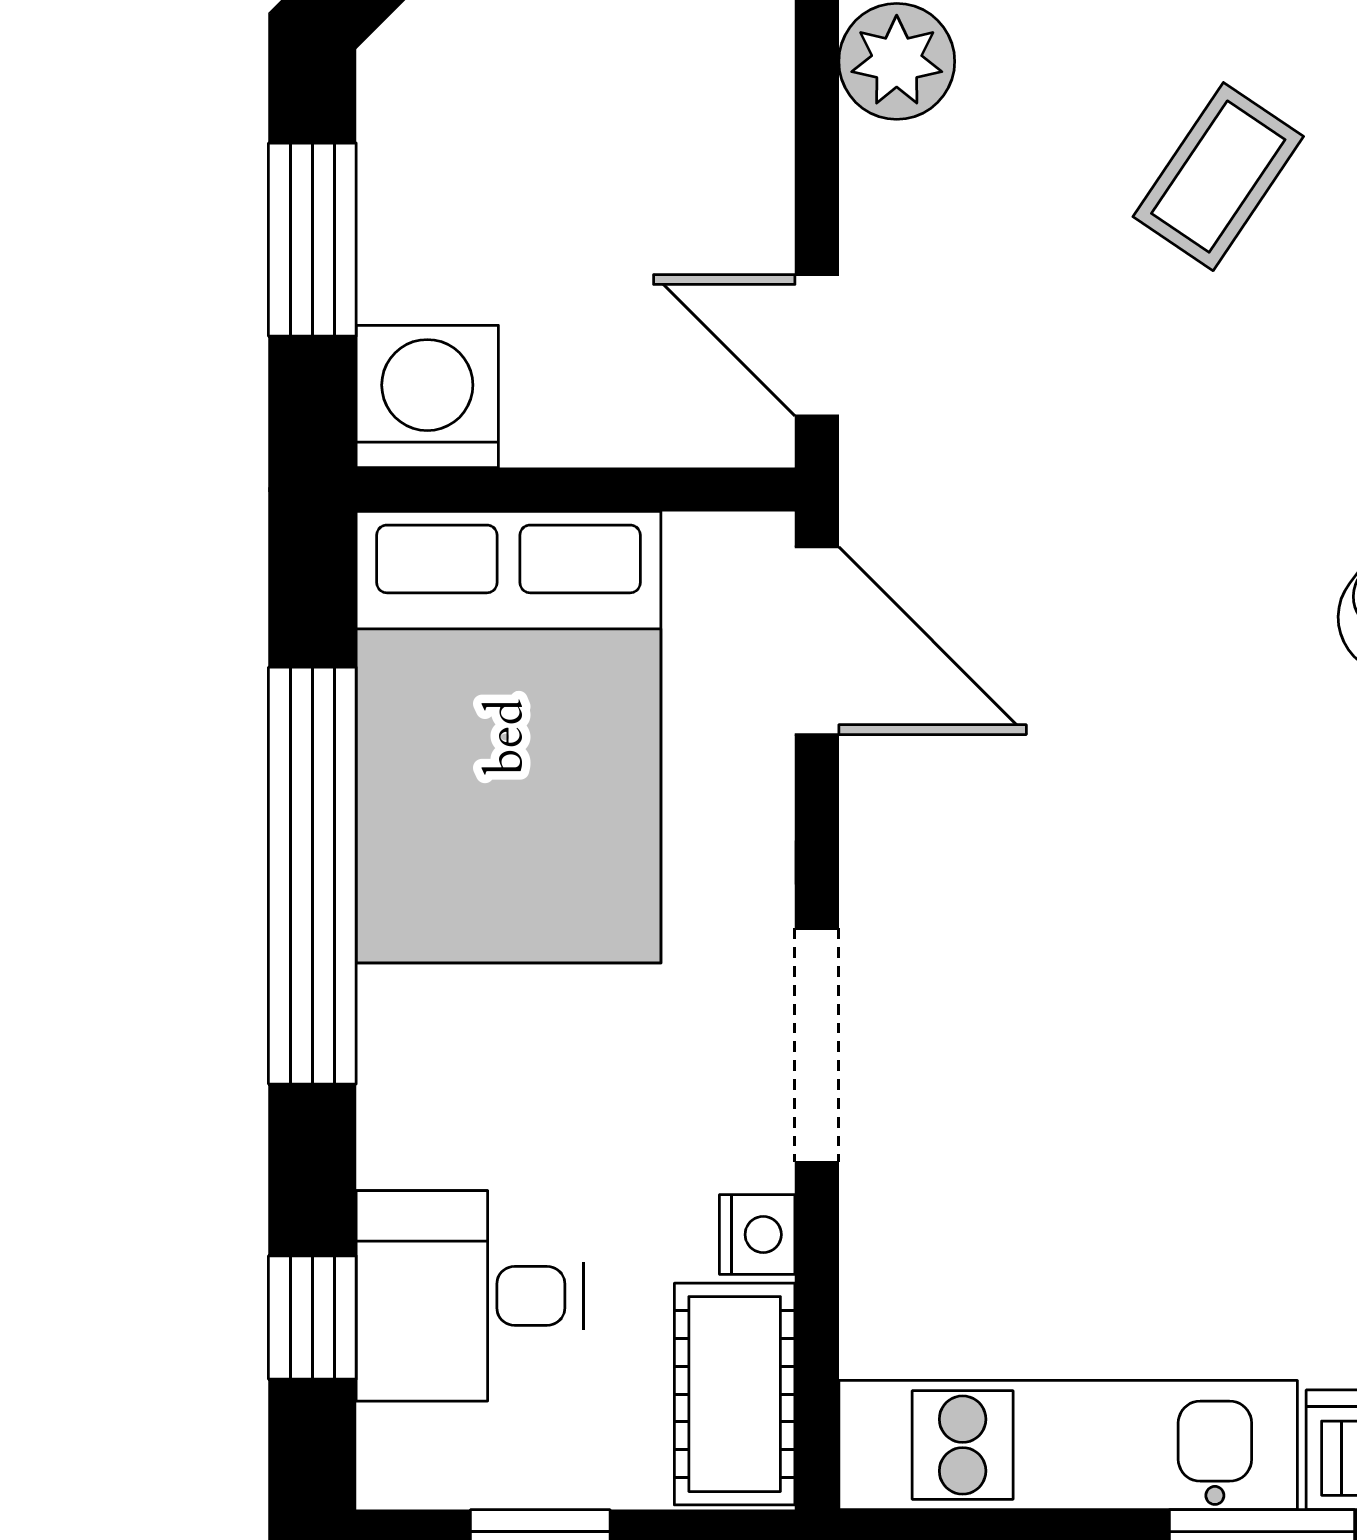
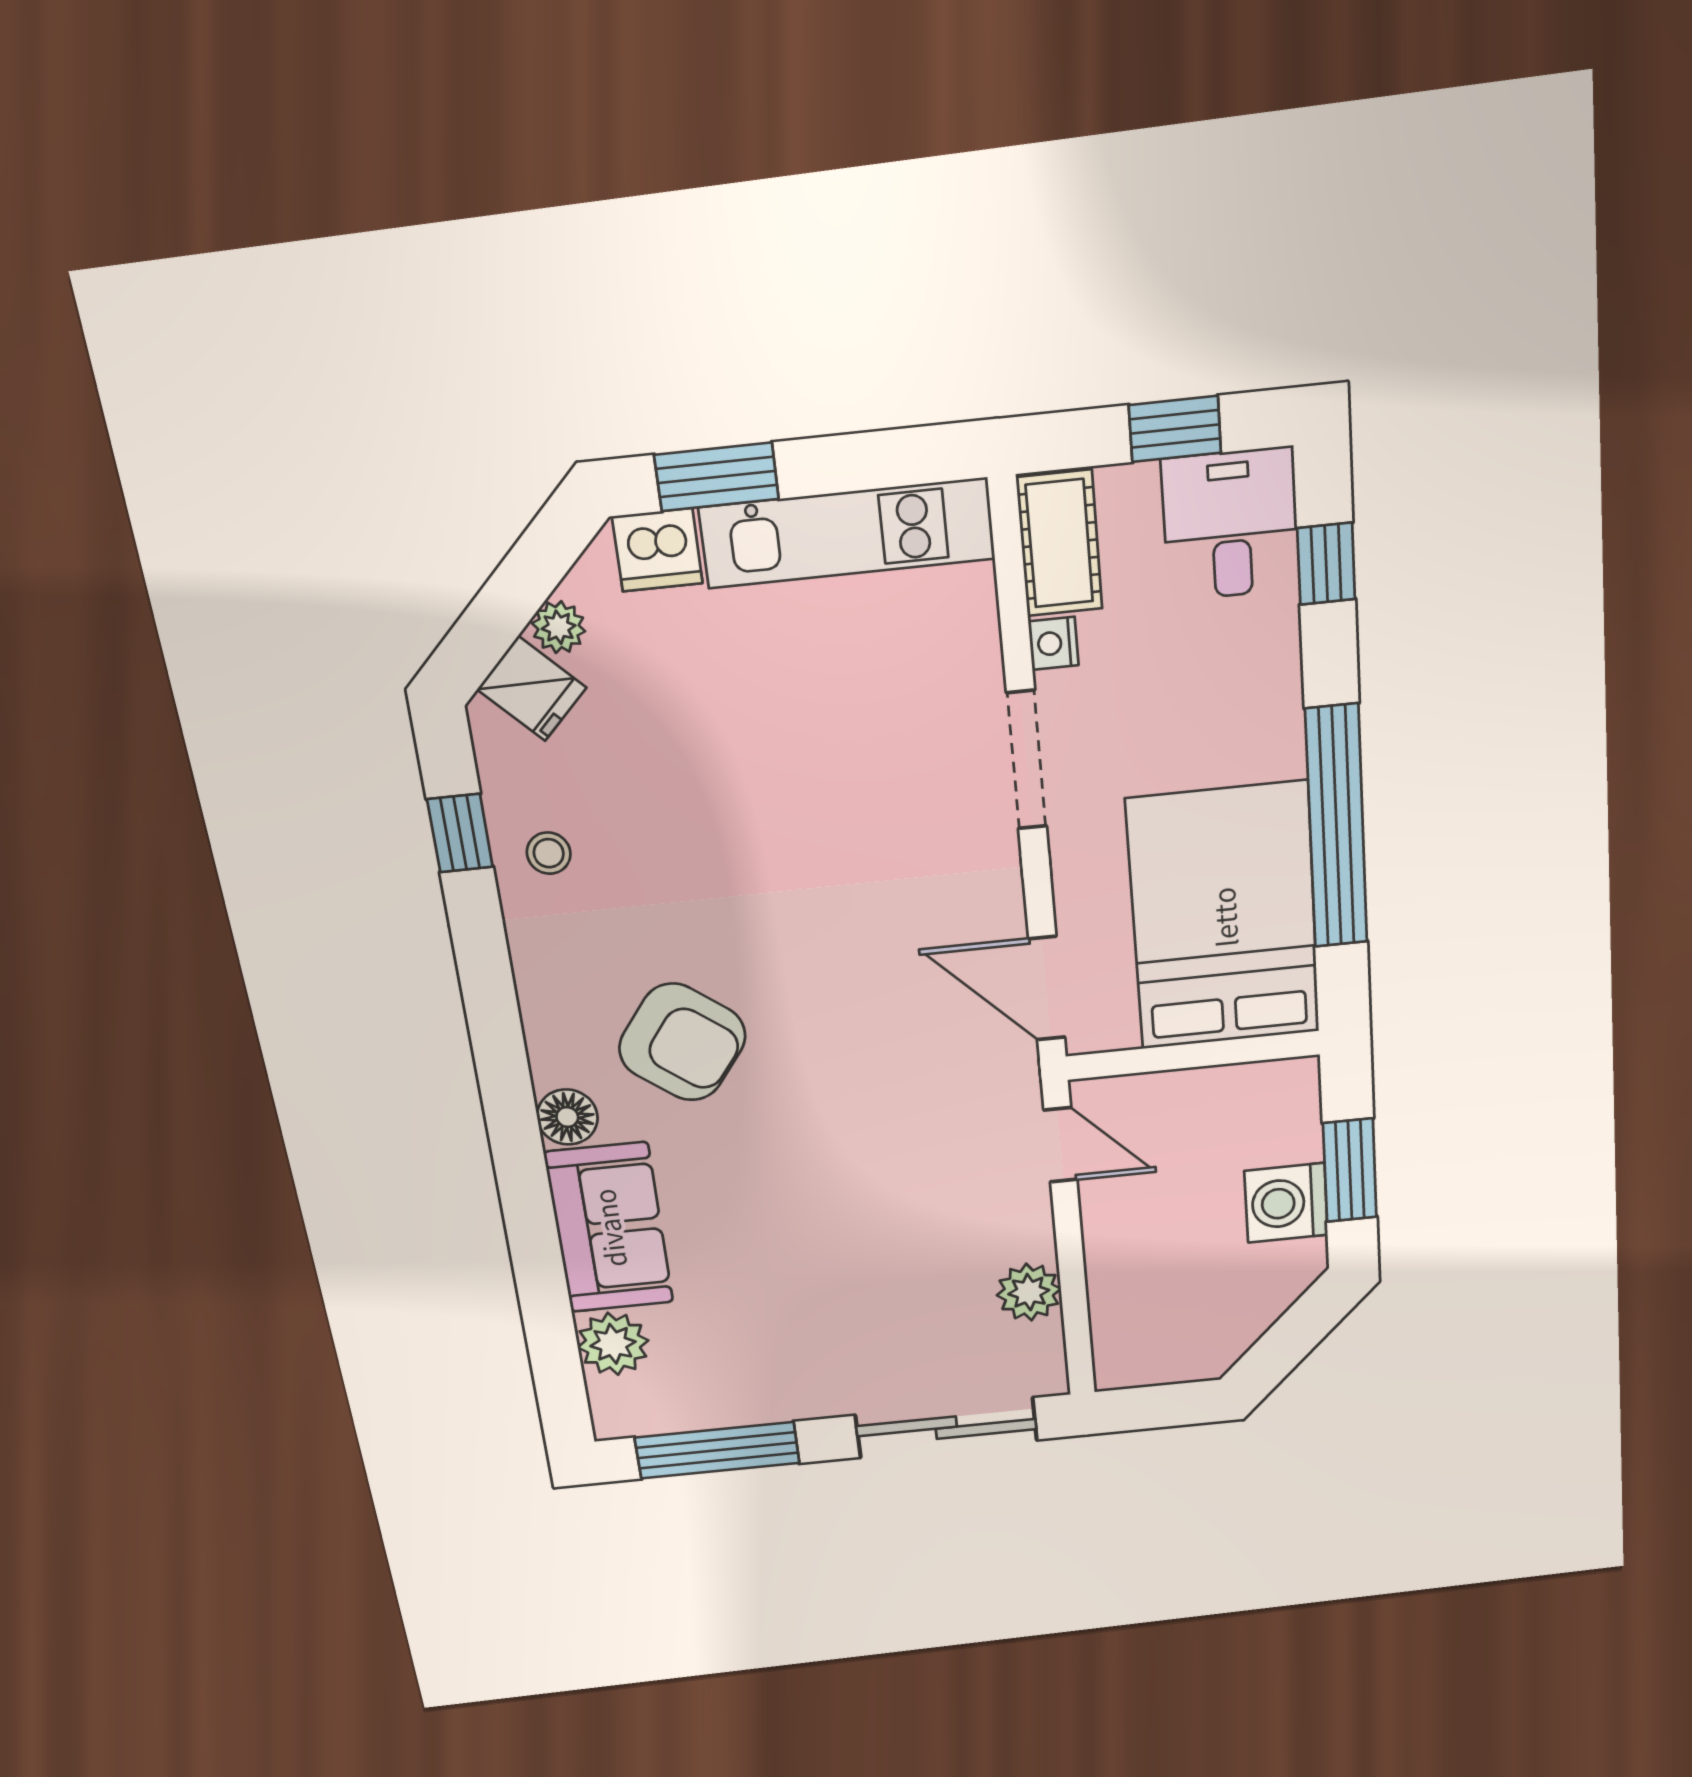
coffee table: (1218, 177) -> (844, 1253), removed
washing machine: (427, 396) -> (1286, 1203), moved, turned 90
desk: (470, 1296) -> (1231, 524), moved, turned -90

